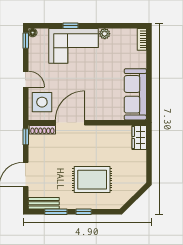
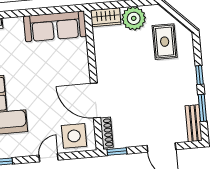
plant: (136, 161) -> (134, 18), added
rug: (92, 180) -> (165, 42), moved, width x0.73, depth x0.70

